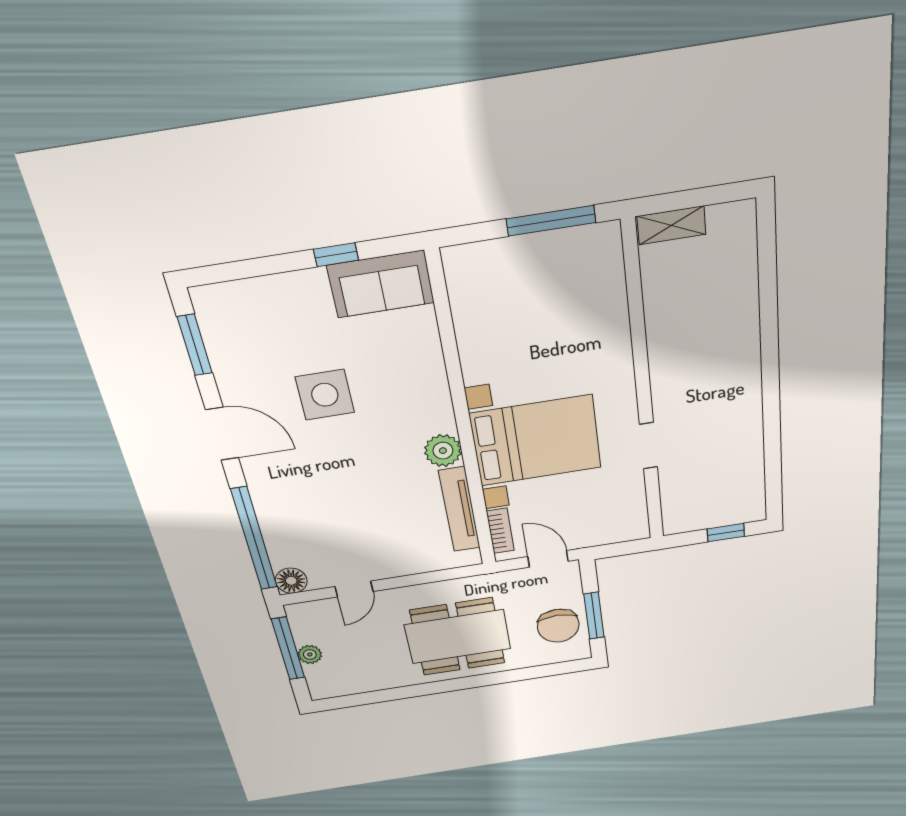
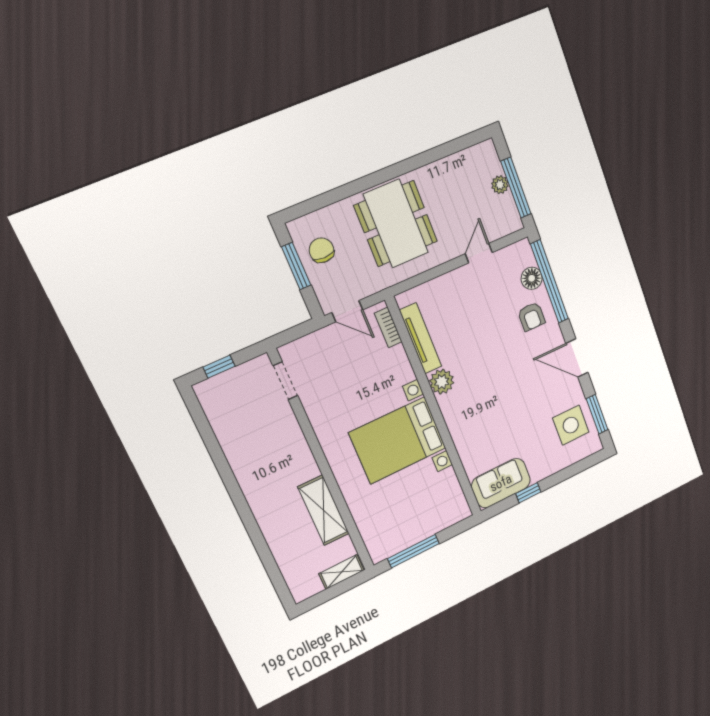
shelving: (665, 325) -> (324, 510), added
side table: (325, 395) -> (571, 425), moved
bed with nightstands: (536, 441) -> (398, 440), moved
doorway: (649, 446) -> (285, 381), moved
armchair: (289, 502) -> (531, 317), added
floor lamp: (291, 581) -> (532, 278), moved
chair: (558, 626) -> (322, 250), width x0.73, depth x0.73
dining table: (458, 637) -> (396, 224), turned 90

